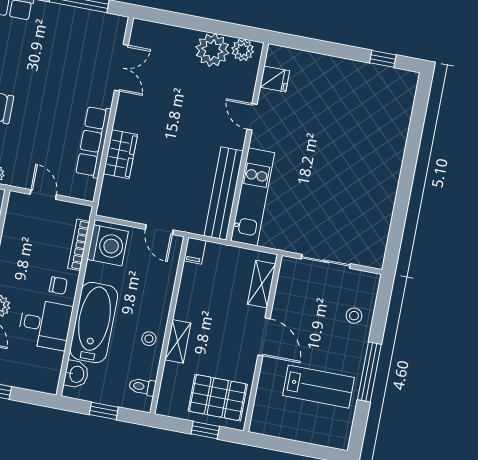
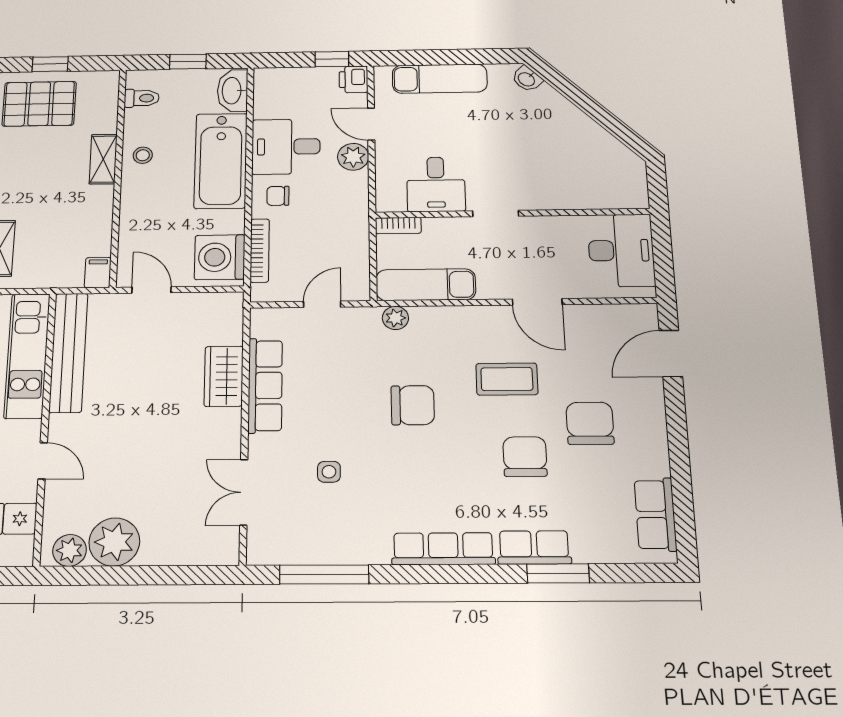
side table: (62, 71) -> (329, 472), added
door: (43, 195) -> (322, 304), swing flipped
washbasin: (76, 374) -> (232, 91), width x1.38

